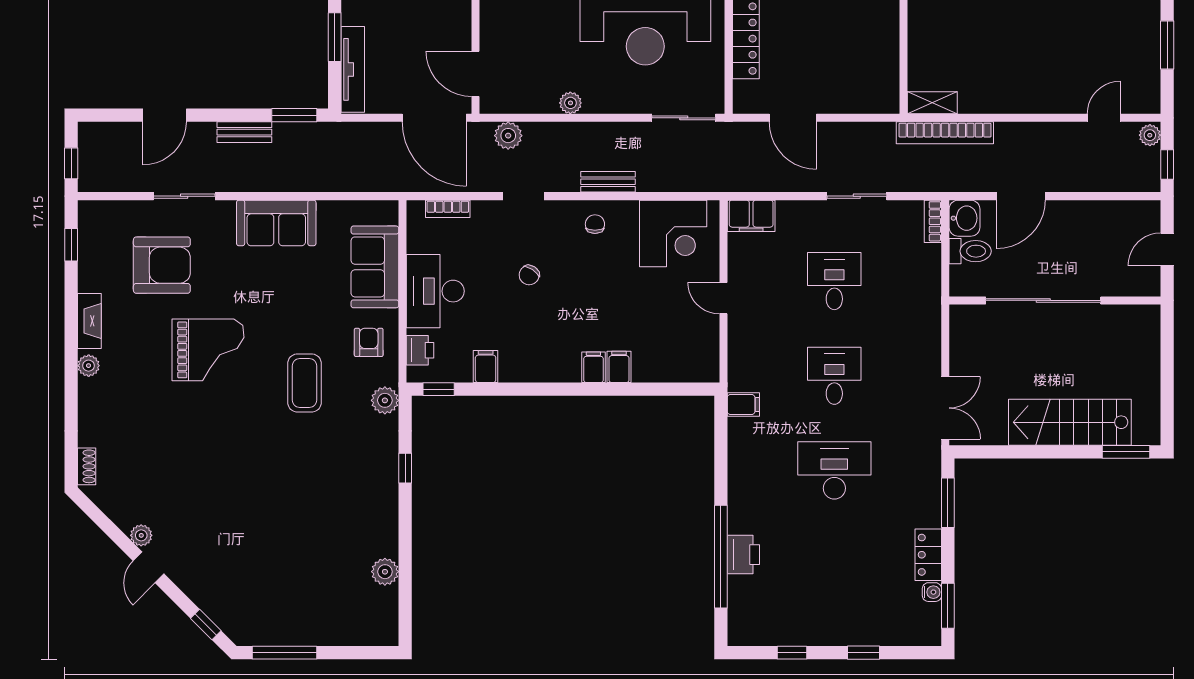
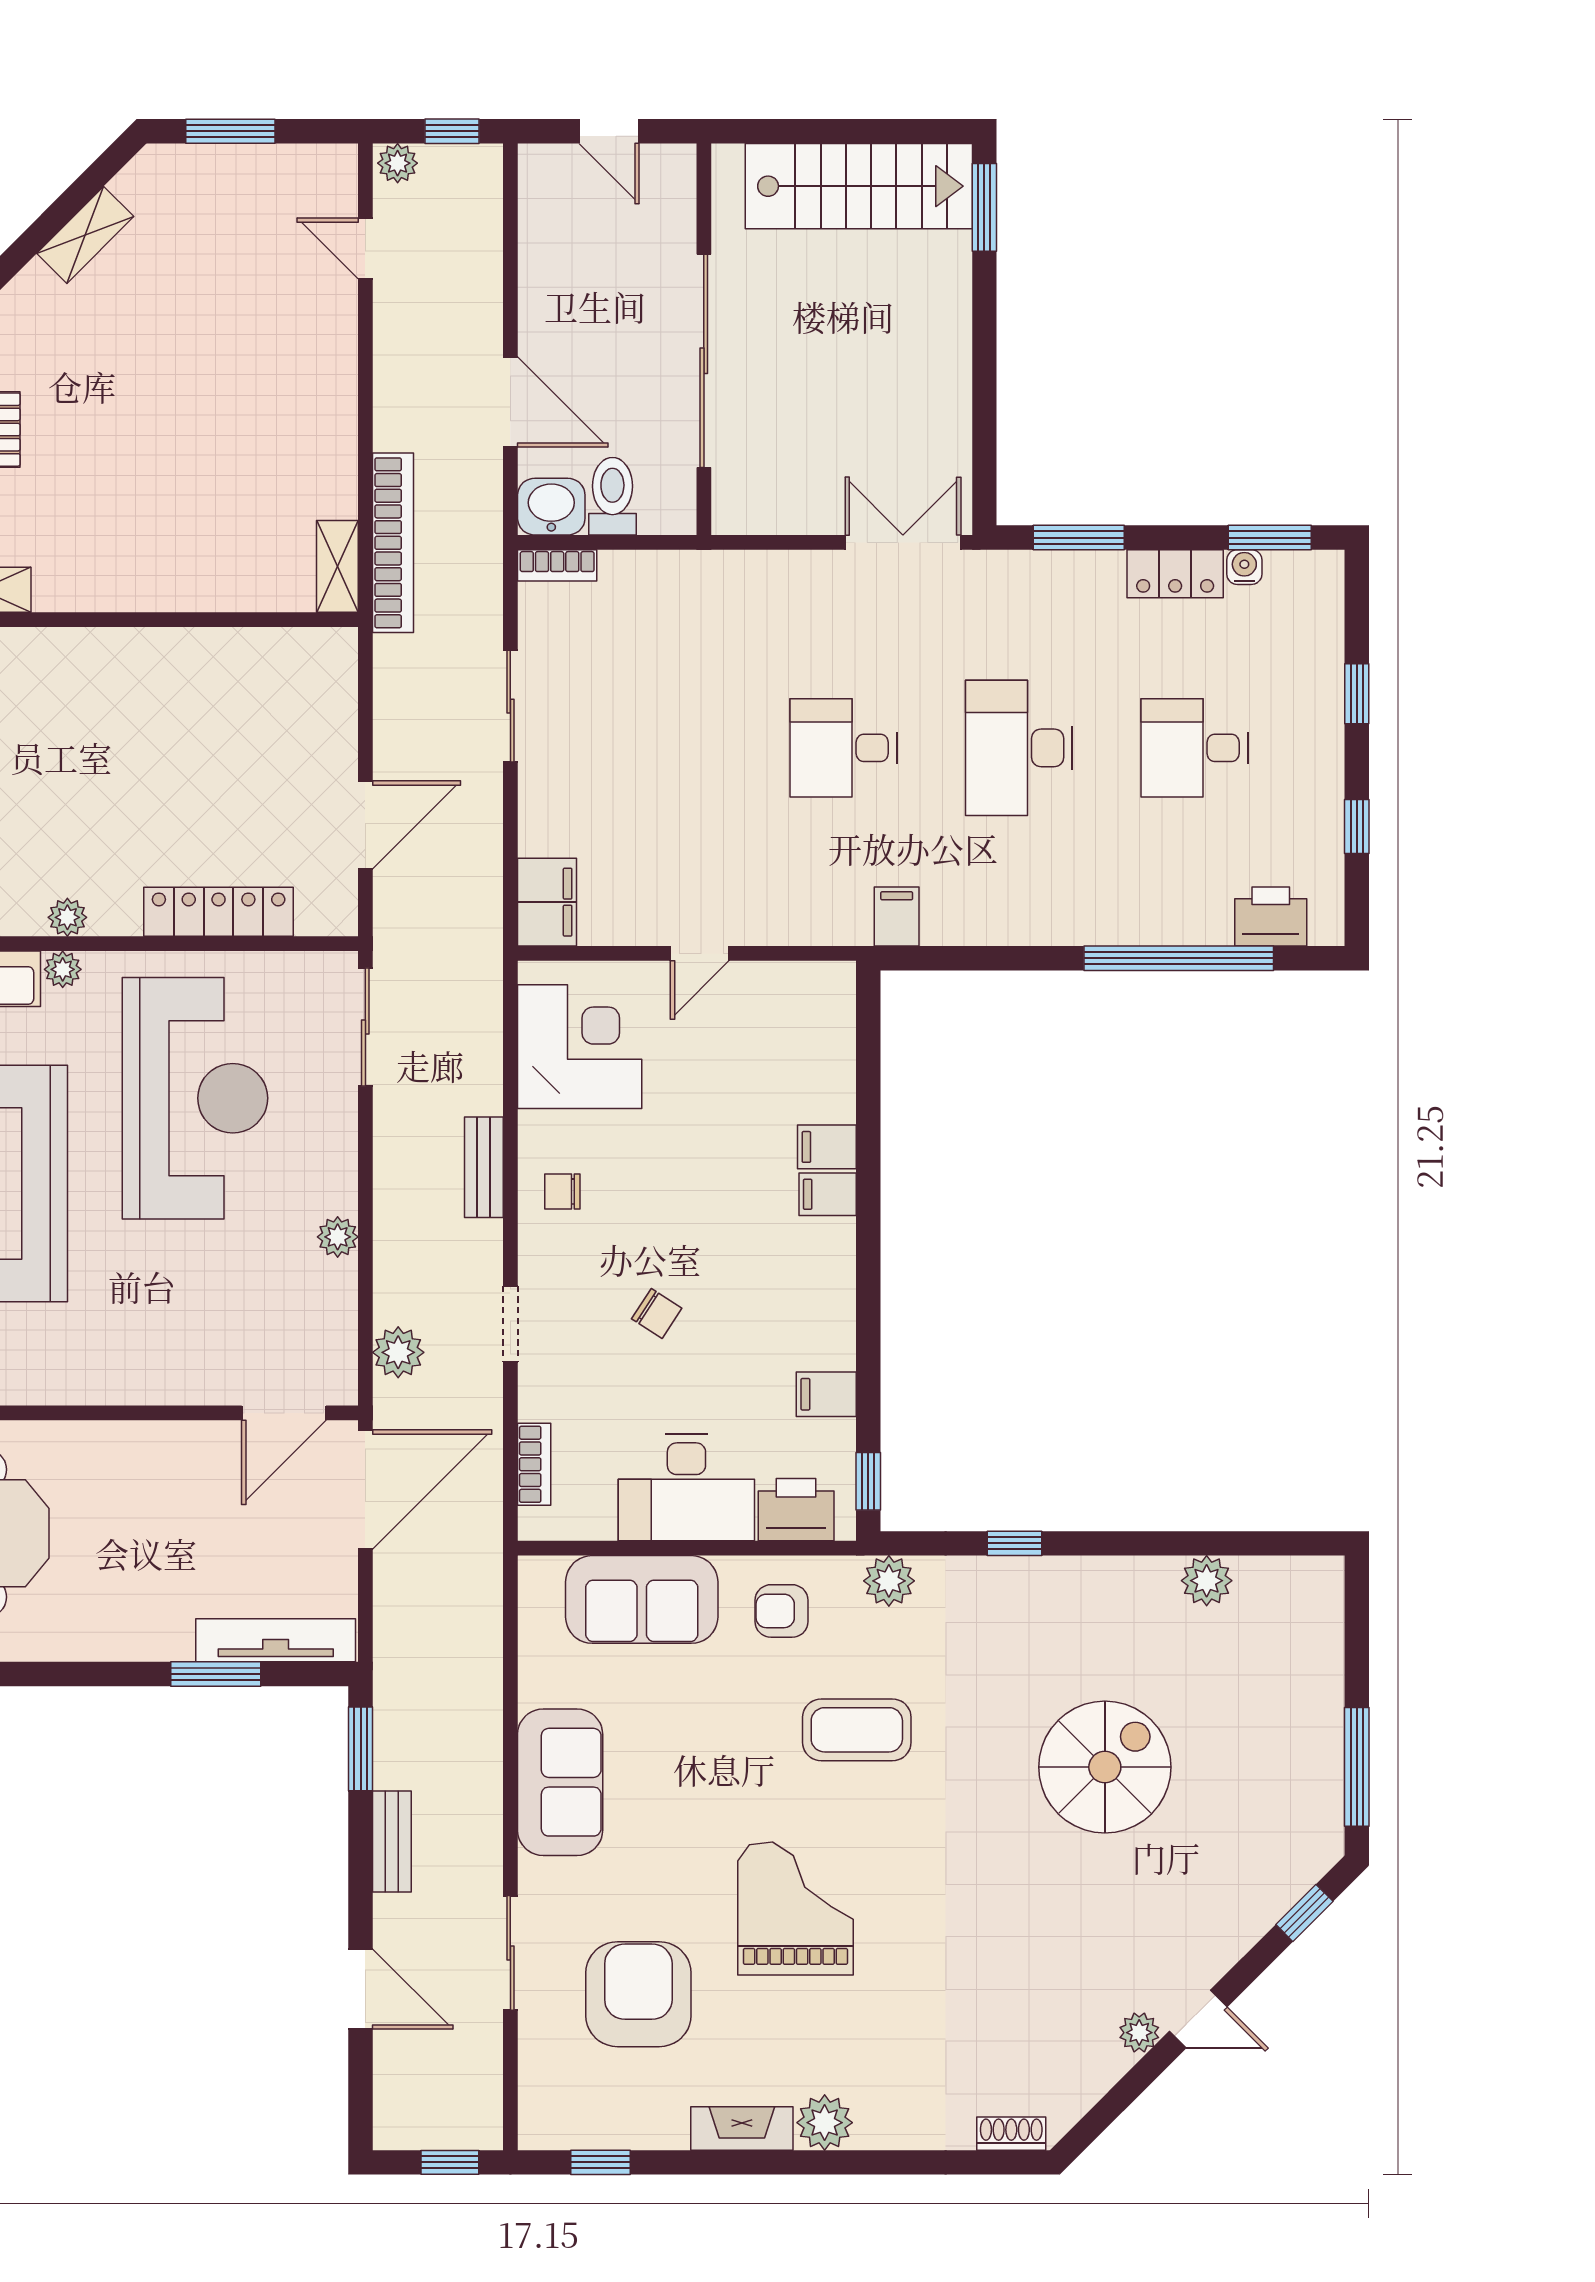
desk: (834, 281) -> (1194, 748), moved
printer: (420, 350) -> (796, 1510), width x1.36, depth x1.24
plant: (89, 366) -> (825, 2123), width x1.38, depth x1.38
stairs: (1070, 422) -> (859, 186), moved, turned -90
spiral stairs: (284, 517) -> (1105, 1767), added
printer: (743, 555) -> (1271, 916), moved

